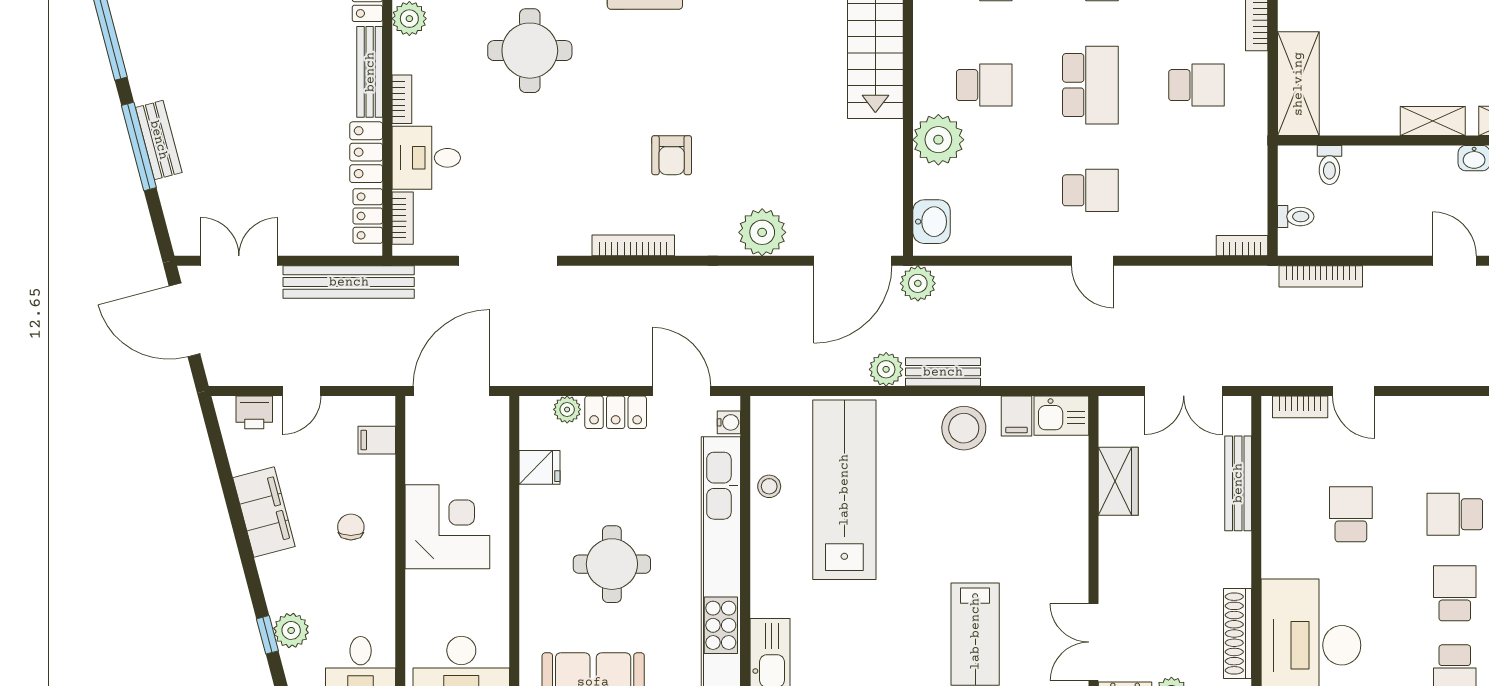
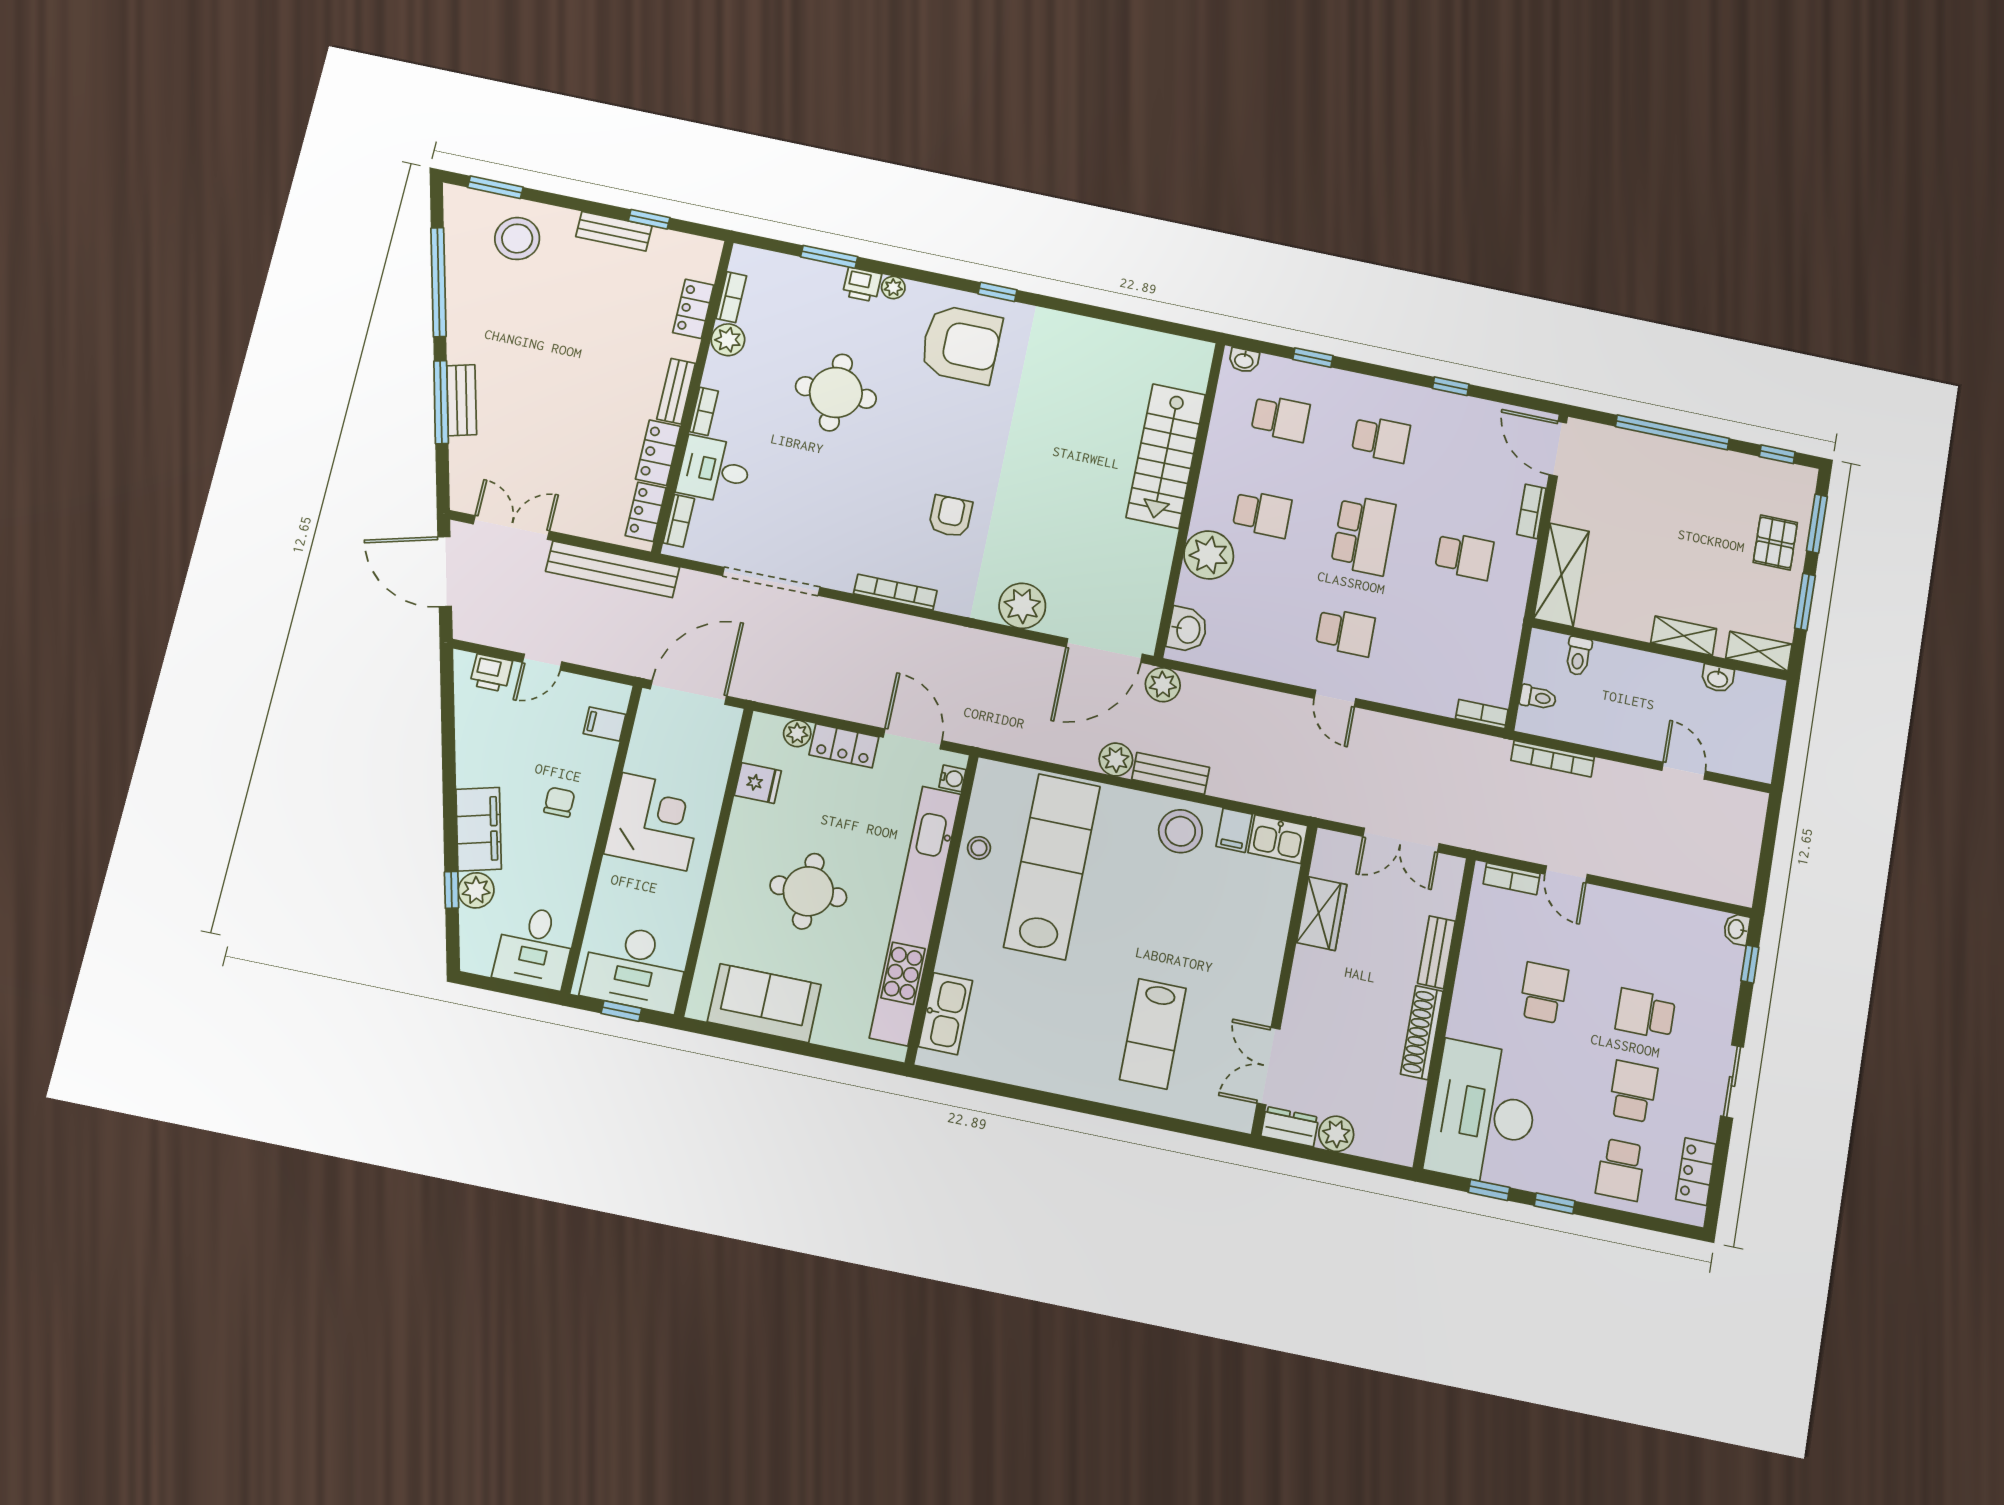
bench: (370, 72) -> (676, 391), width x0.73
armchair: (672, 155) -> (950, 516), turned 180
bench: (1238, 483) -> (1436, 952), width x0.73
filing cabinet: (264, 512) -> (479, 829), moved
shoe rack: (1238, 634) -> (1422, 1033), moved

